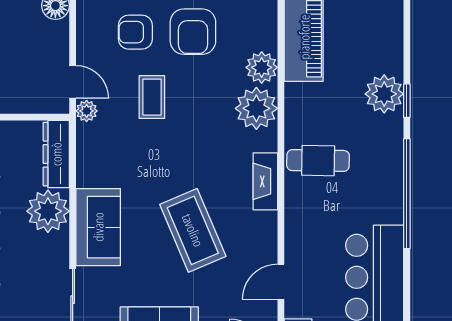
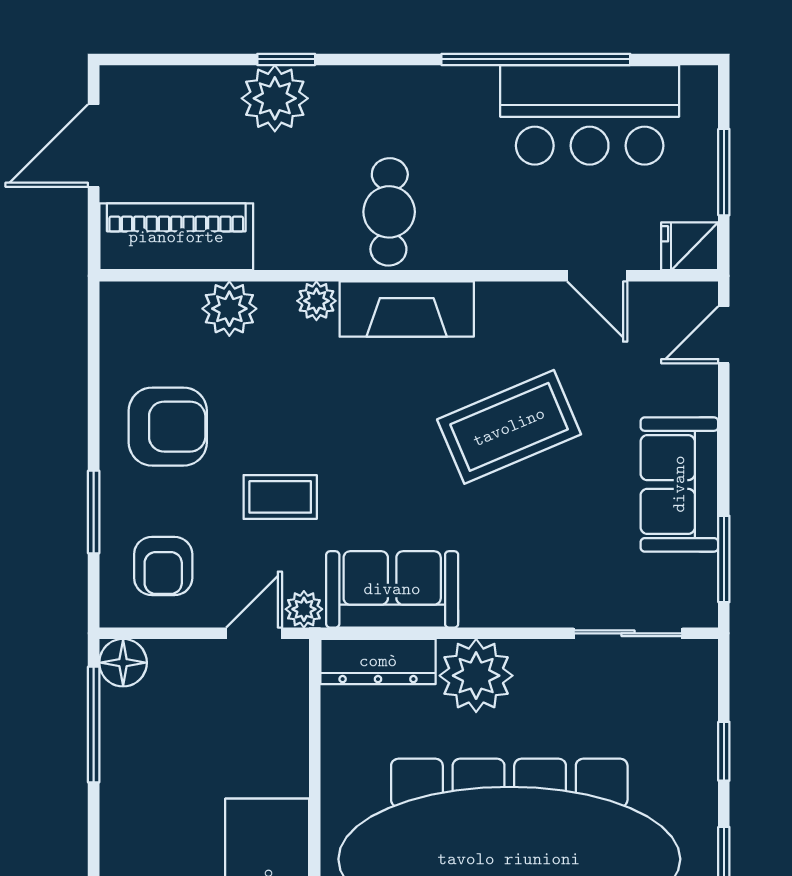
armchair: (135, 32) -> (163, 566), moved
plant: (256, 108) -> (316, 301), width x0.53, depth x0.53
fireplace: (265, 181) -> (407, 309), width x1.37, depth x1.32
window: (407, 194) -> (536, 59), moved
sofa: (98, 227) -> (392, 589), moved

